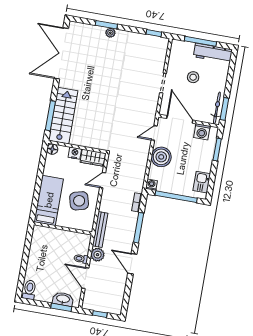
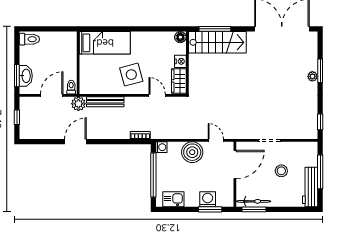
washing machine: (202, 132) -> (208, 199), moved, turned 90
bed: (49, 200) -> (105, 43), moved
wall: (63, 228) -> (78, 63), moved
window: (139, 228) -> (114, 142), removed

